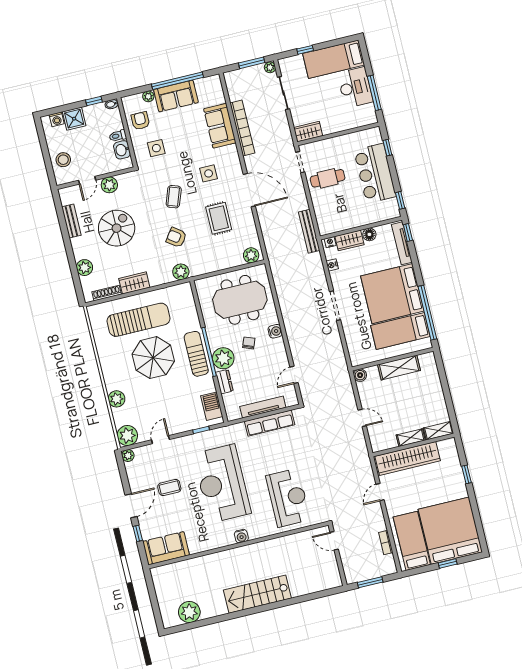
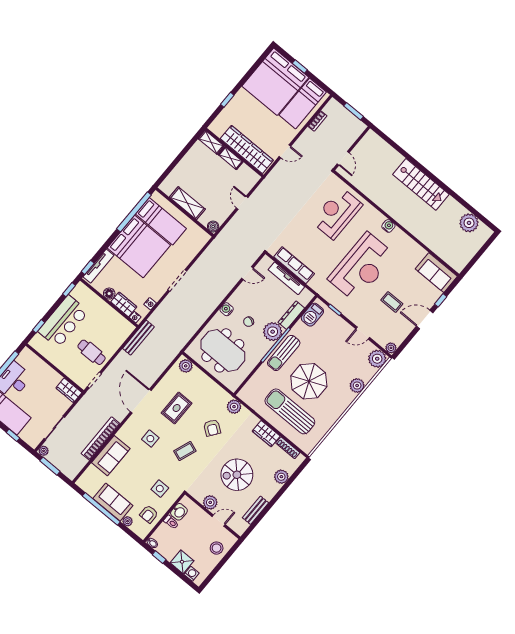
dresser: (224, 382) -> (291, 315), width x1.44

